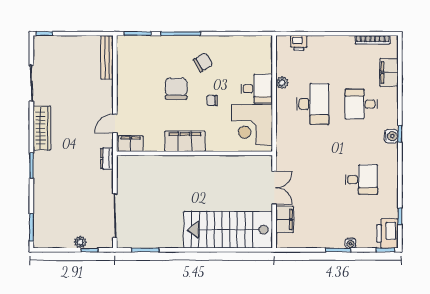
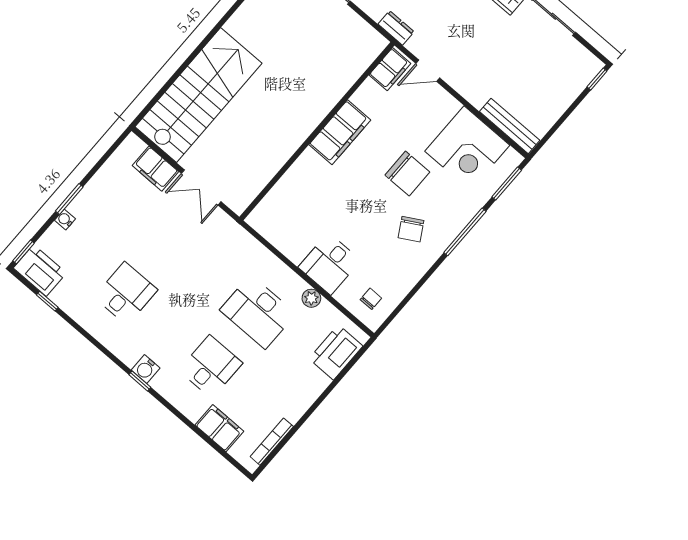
printer: (299, 43) -> (336, 352), width x1.87, depth x1.48
chair: (212, 100) -> (371, 299), moved
door: (115, 124) -> (428, 71), swing flipped
corner desk: (252, 125) -> (467, 148), moved, turned 180
desk: (361, 180) -> (126, 293), turned 180

